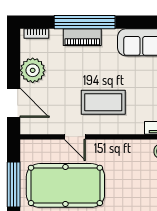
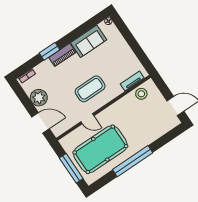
window: (85, 22) -> (50, 51), width x0.47
piano: (82, 37) -> (62, 55), moved

